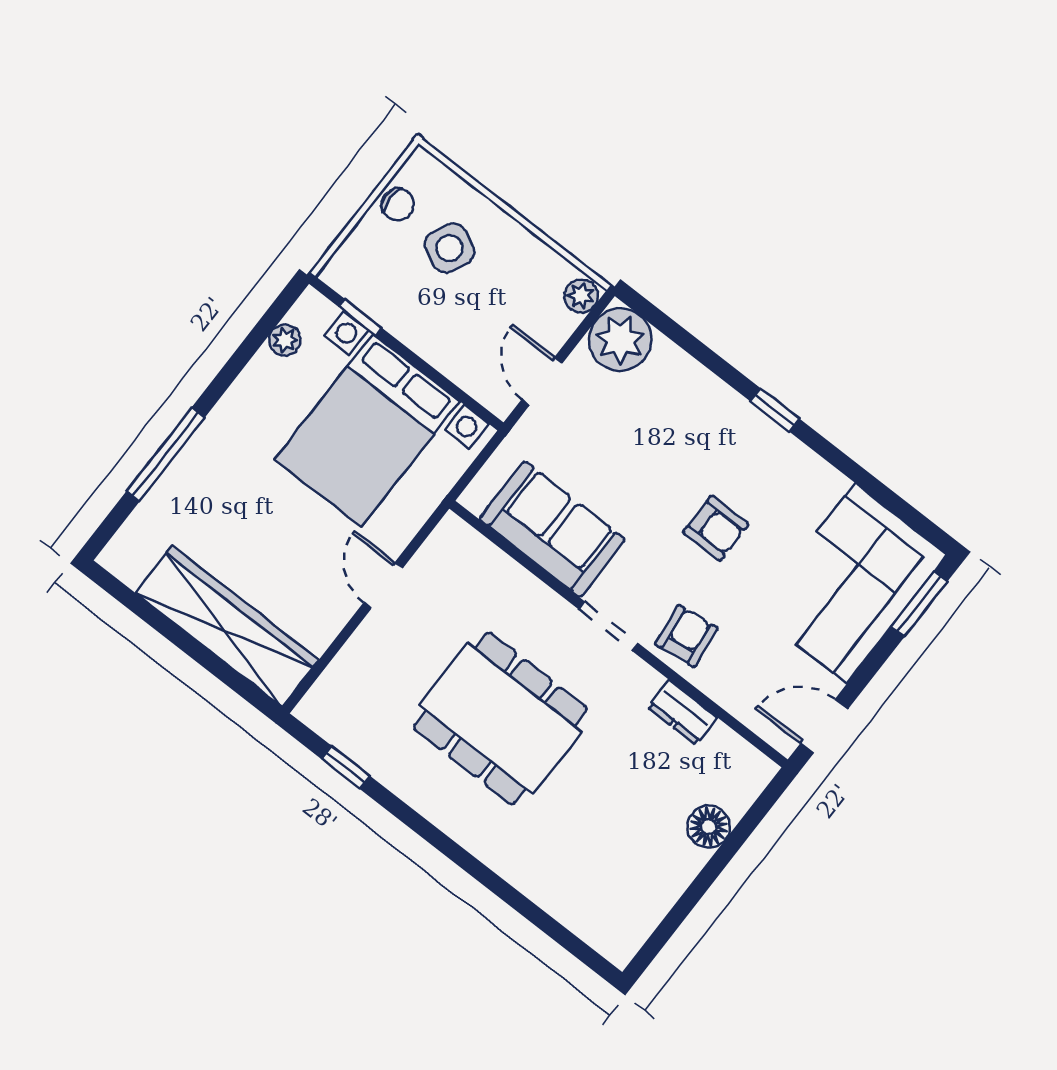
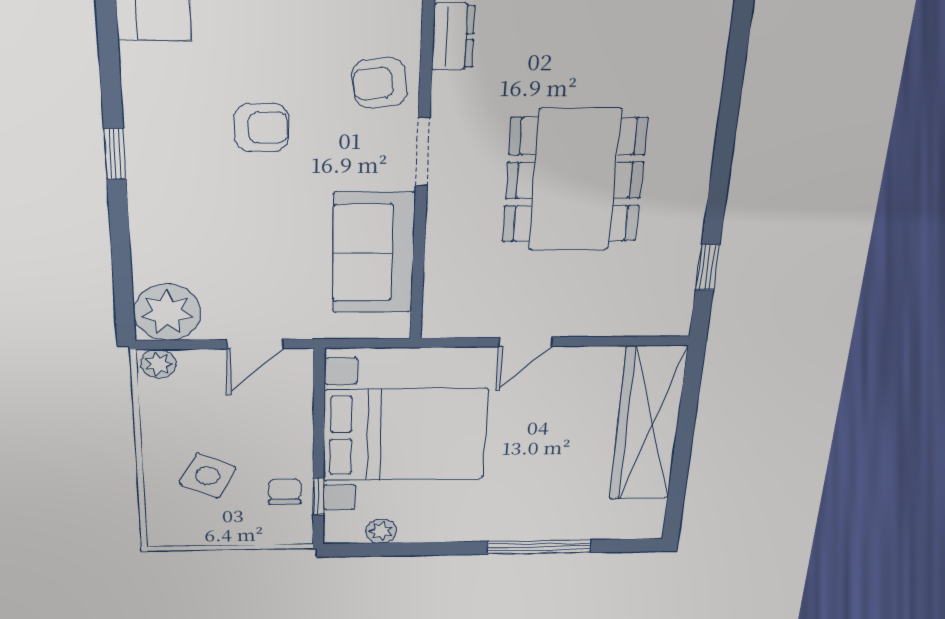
chair: (398, 204) -> (285, 492), moved
armchair: (716, 528) -> (262, 128), turned 90

